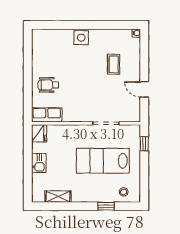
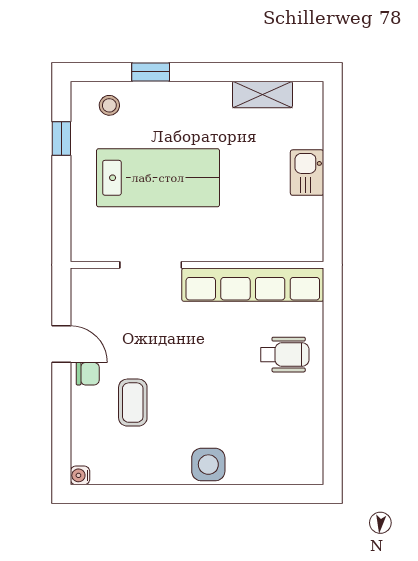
chair: (133, 77) -> (88, 374), added
row of seats: (47, 115) -> (253, 285), width x2.02
fridge: (39, 133) -> (306, 242), removed
window: (144, 144) -> (61, 138), moved

